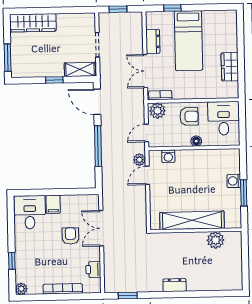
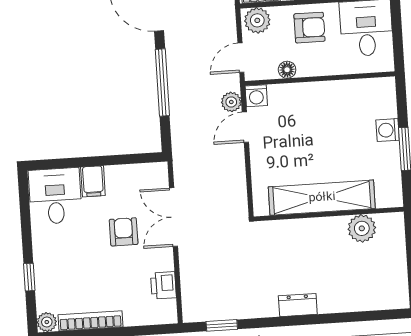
floor lamp: (196, 141) -> (287, 70), moved
washing machine: (168, 156) -> (256, 96), moved
bookcase: (63, 289) -> (90, 321), moved

